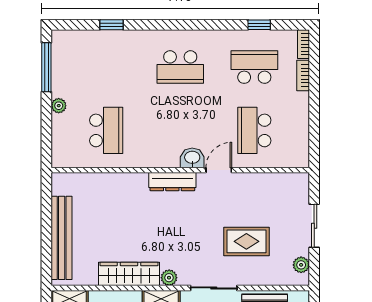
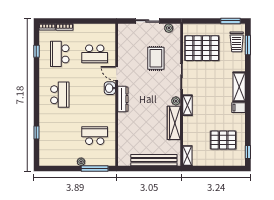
window: (46, 67) -> (95, 168), moved

